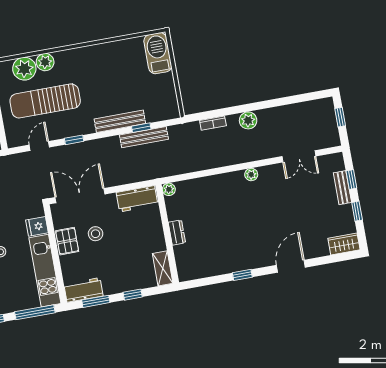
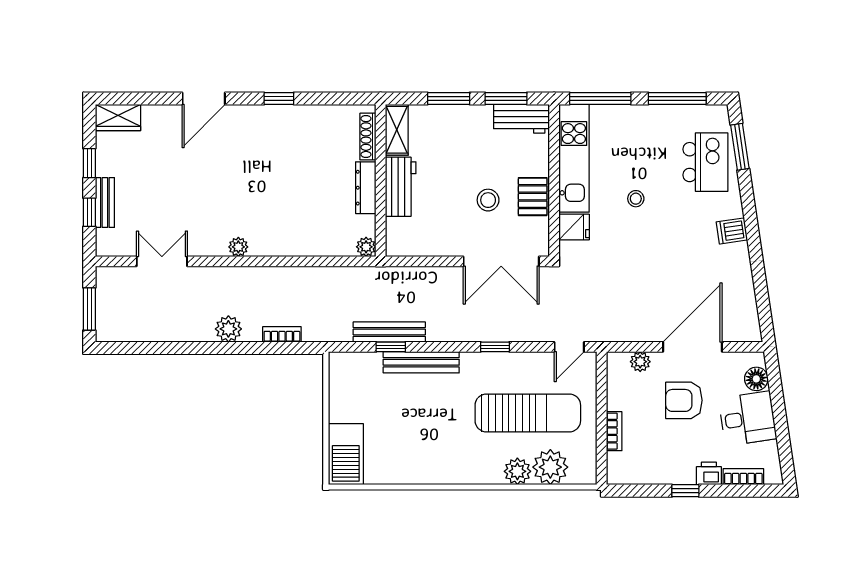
window: (340, 117) -> (89, 309), width x1.50
door: (39, 146) -> (569, 347), moved
workbench: (137, 199) -> (401, 187), moved, turned 90
dresser: (177, 233) -> (366, 188), width x1.44
shoe rack: (180, 261) -> (368, 137), added
window: (133, 295) -> (449, 99), width x1.50

